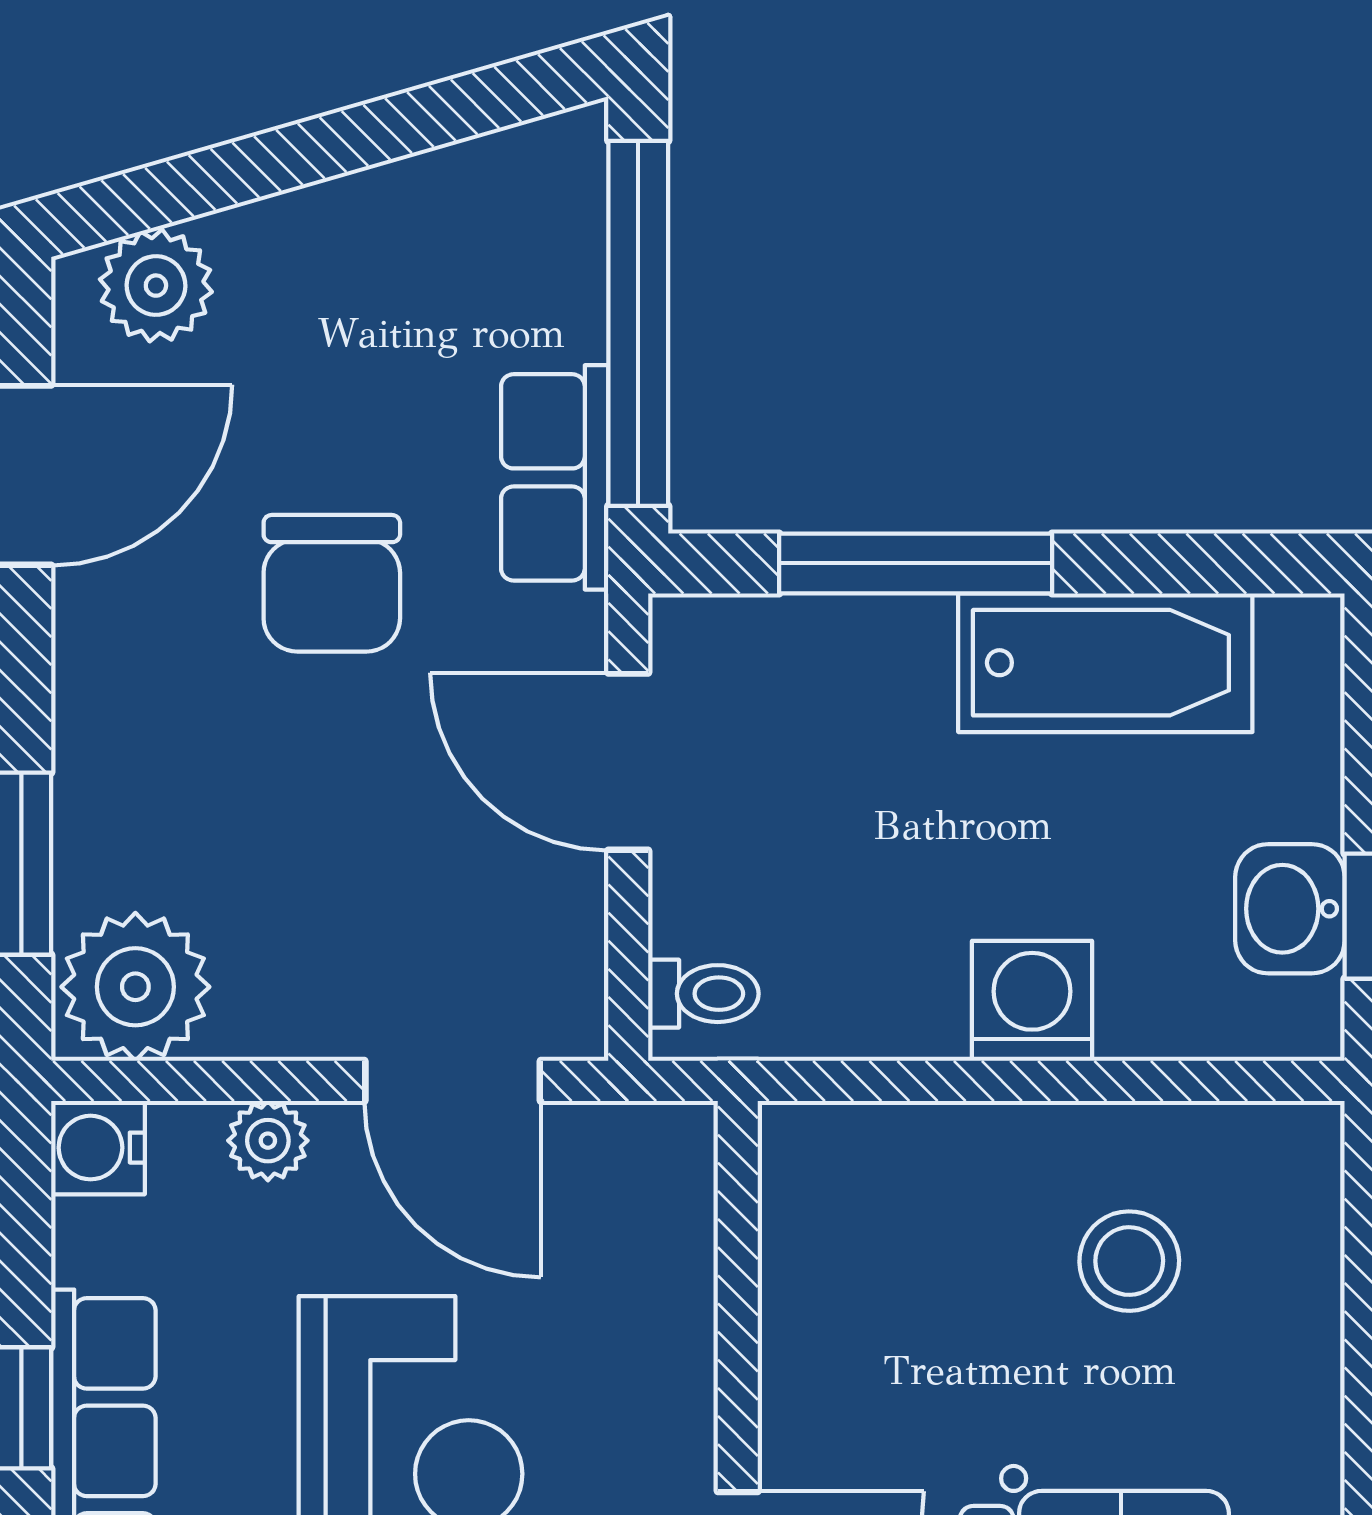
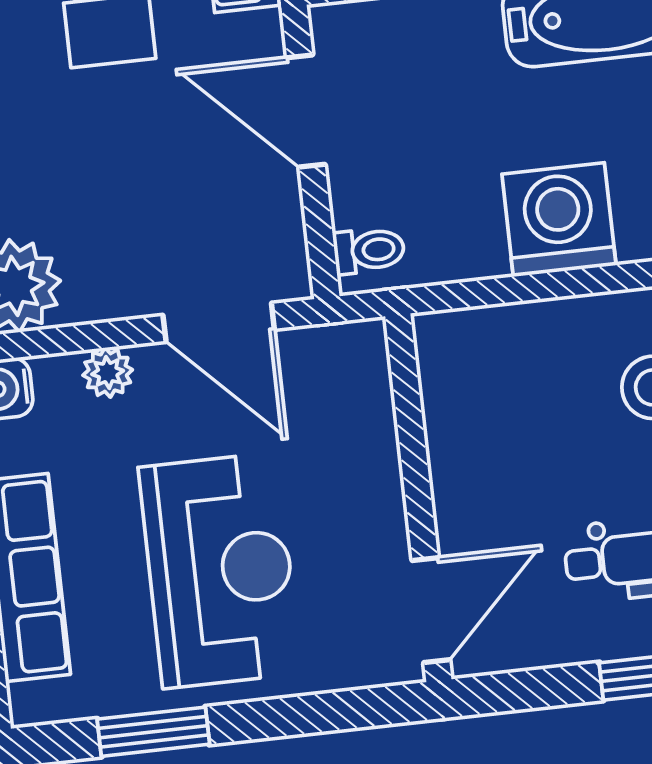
washing machine: (1032, 1001) -> (559, 220), width x1.37, depth x1.37

